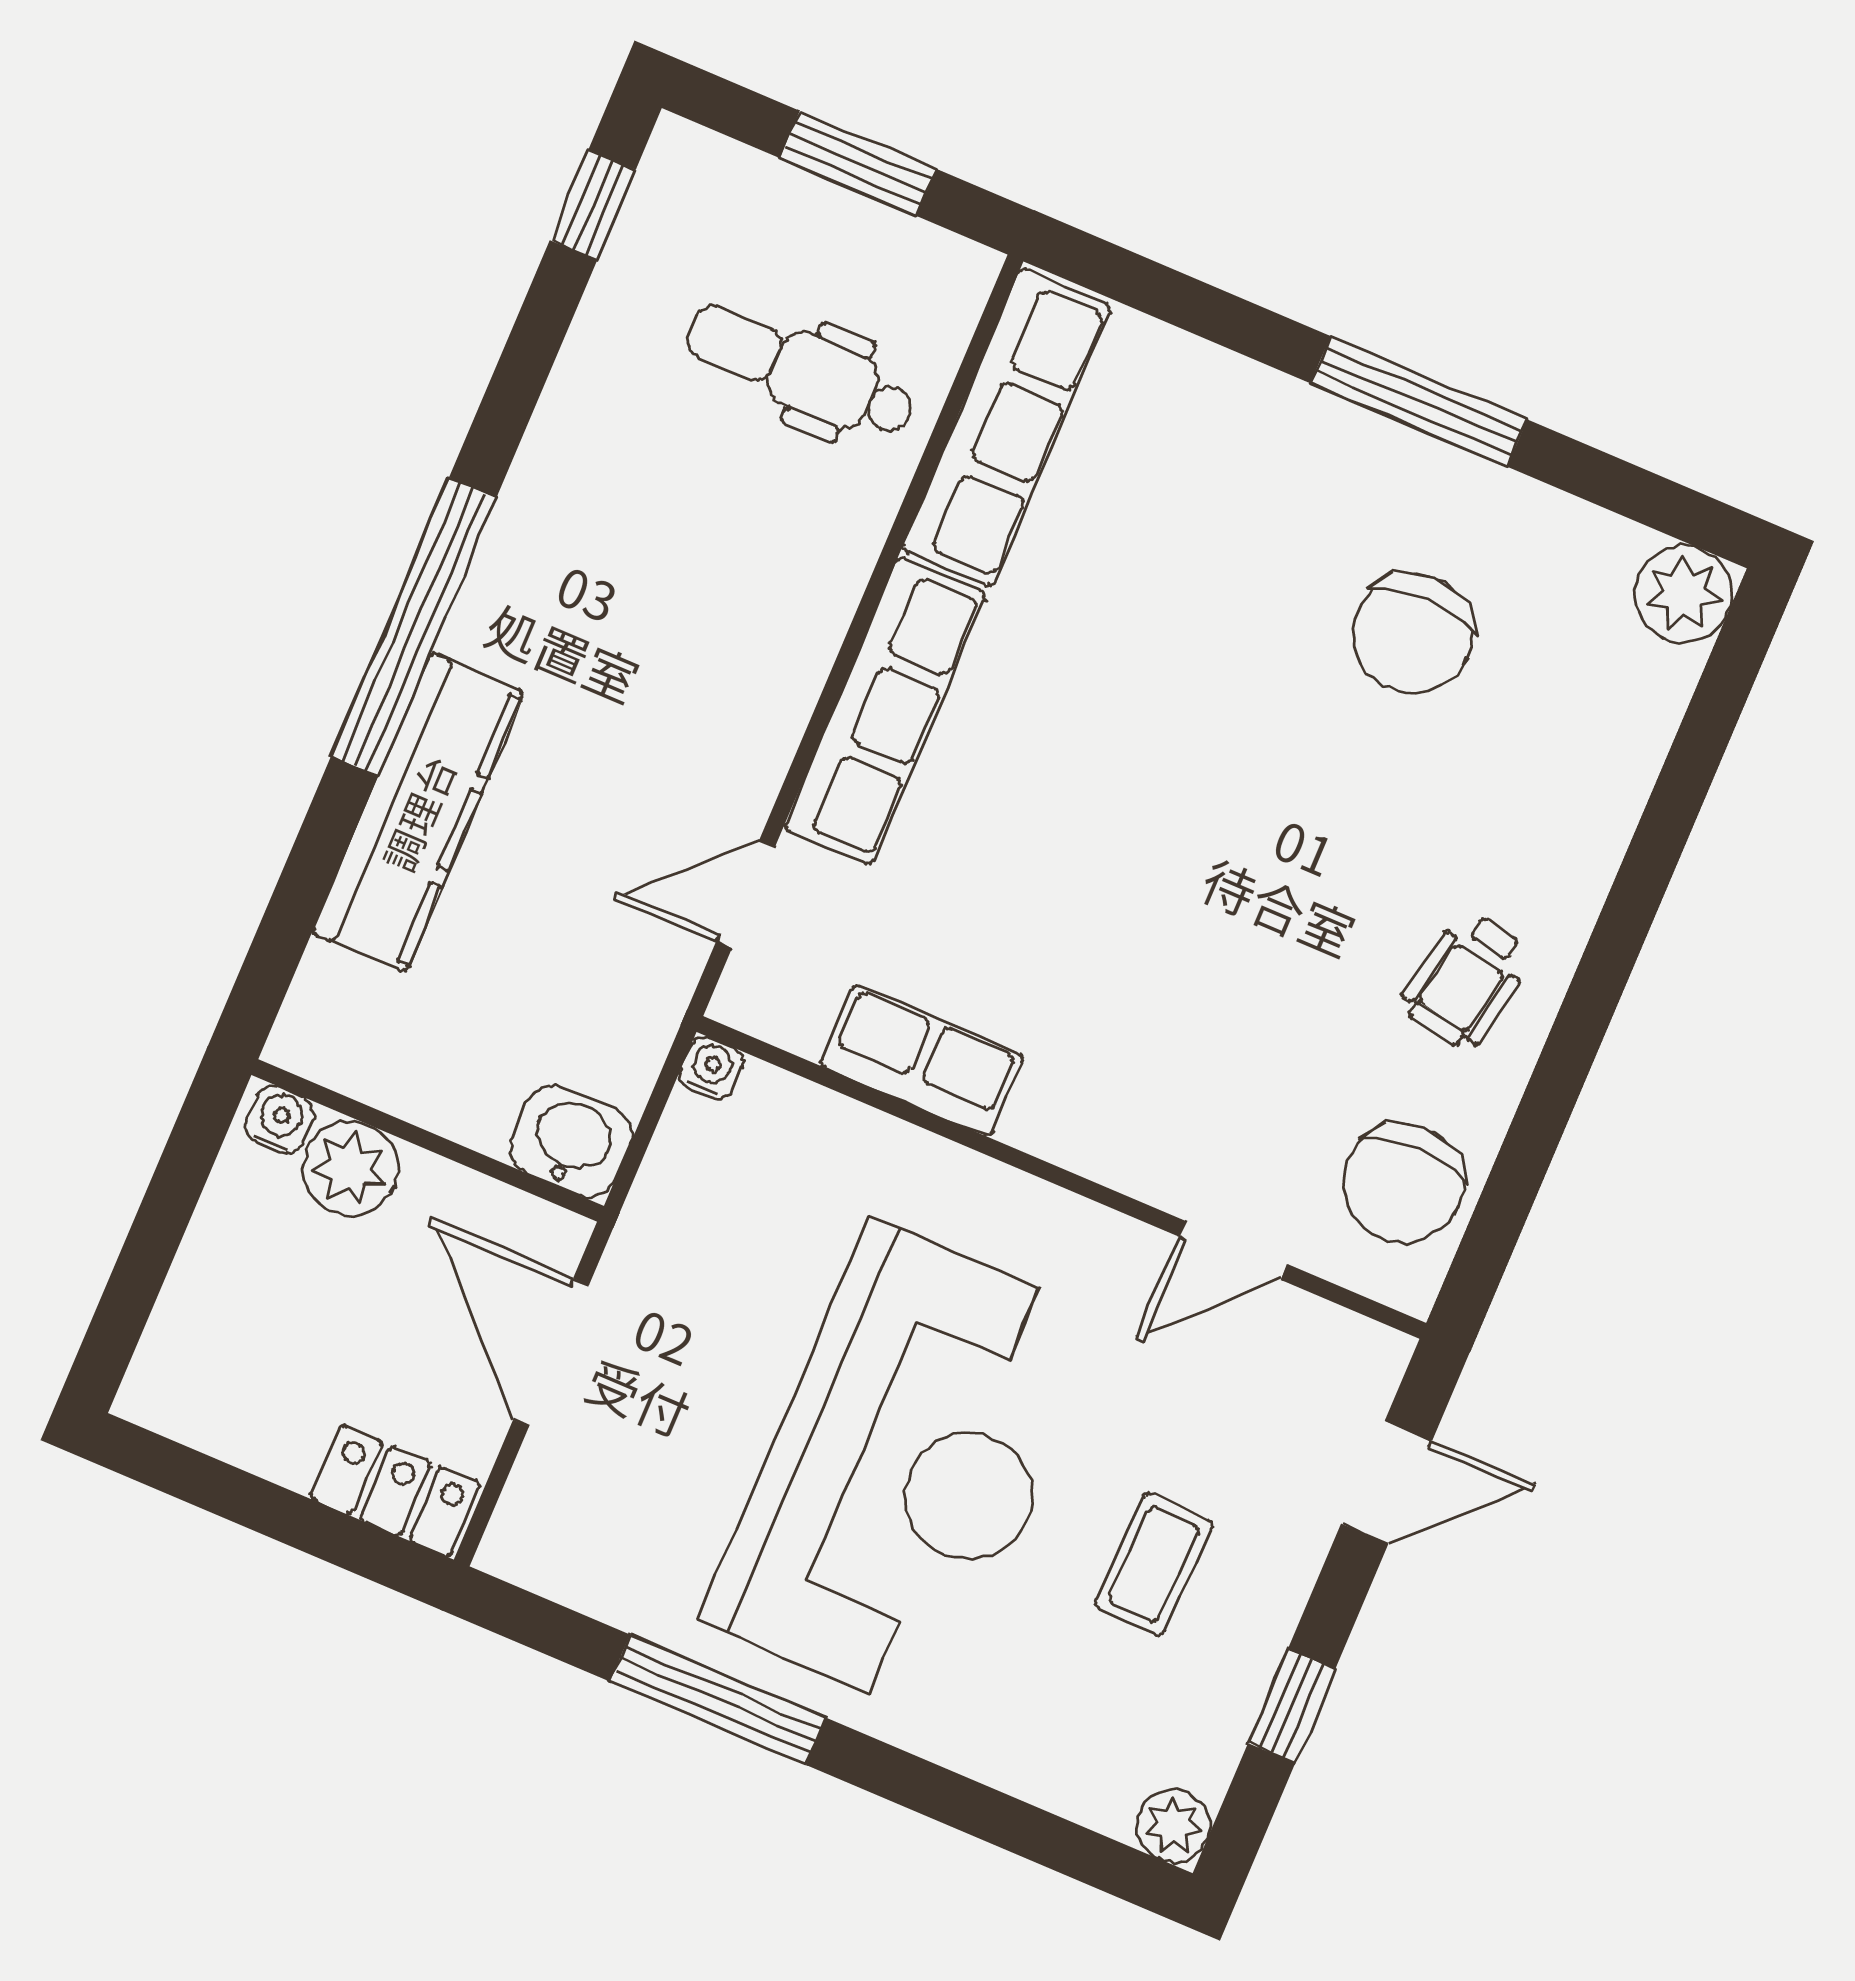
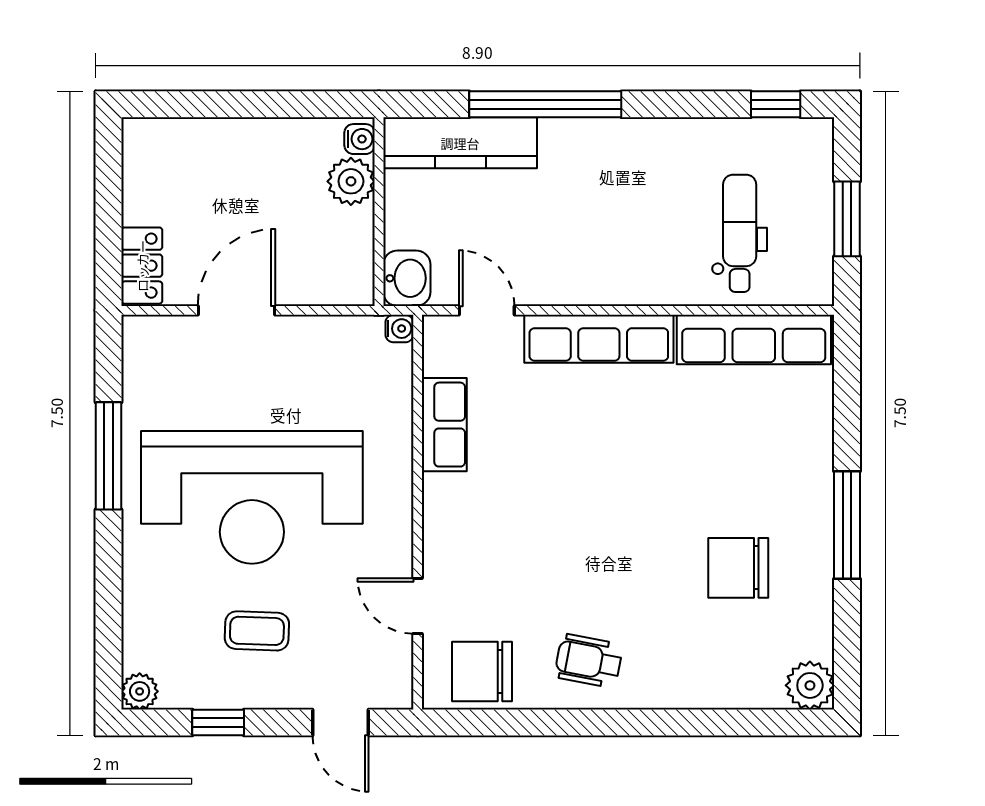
water cooler: (280, 1120) -> (360, 139), moved
wall: (428, 1140) -> (379, 212), moved
washbasin: (571, 1141) -> (407, 278), moved
plant: (350, 1168) -> (351, 181), moved

